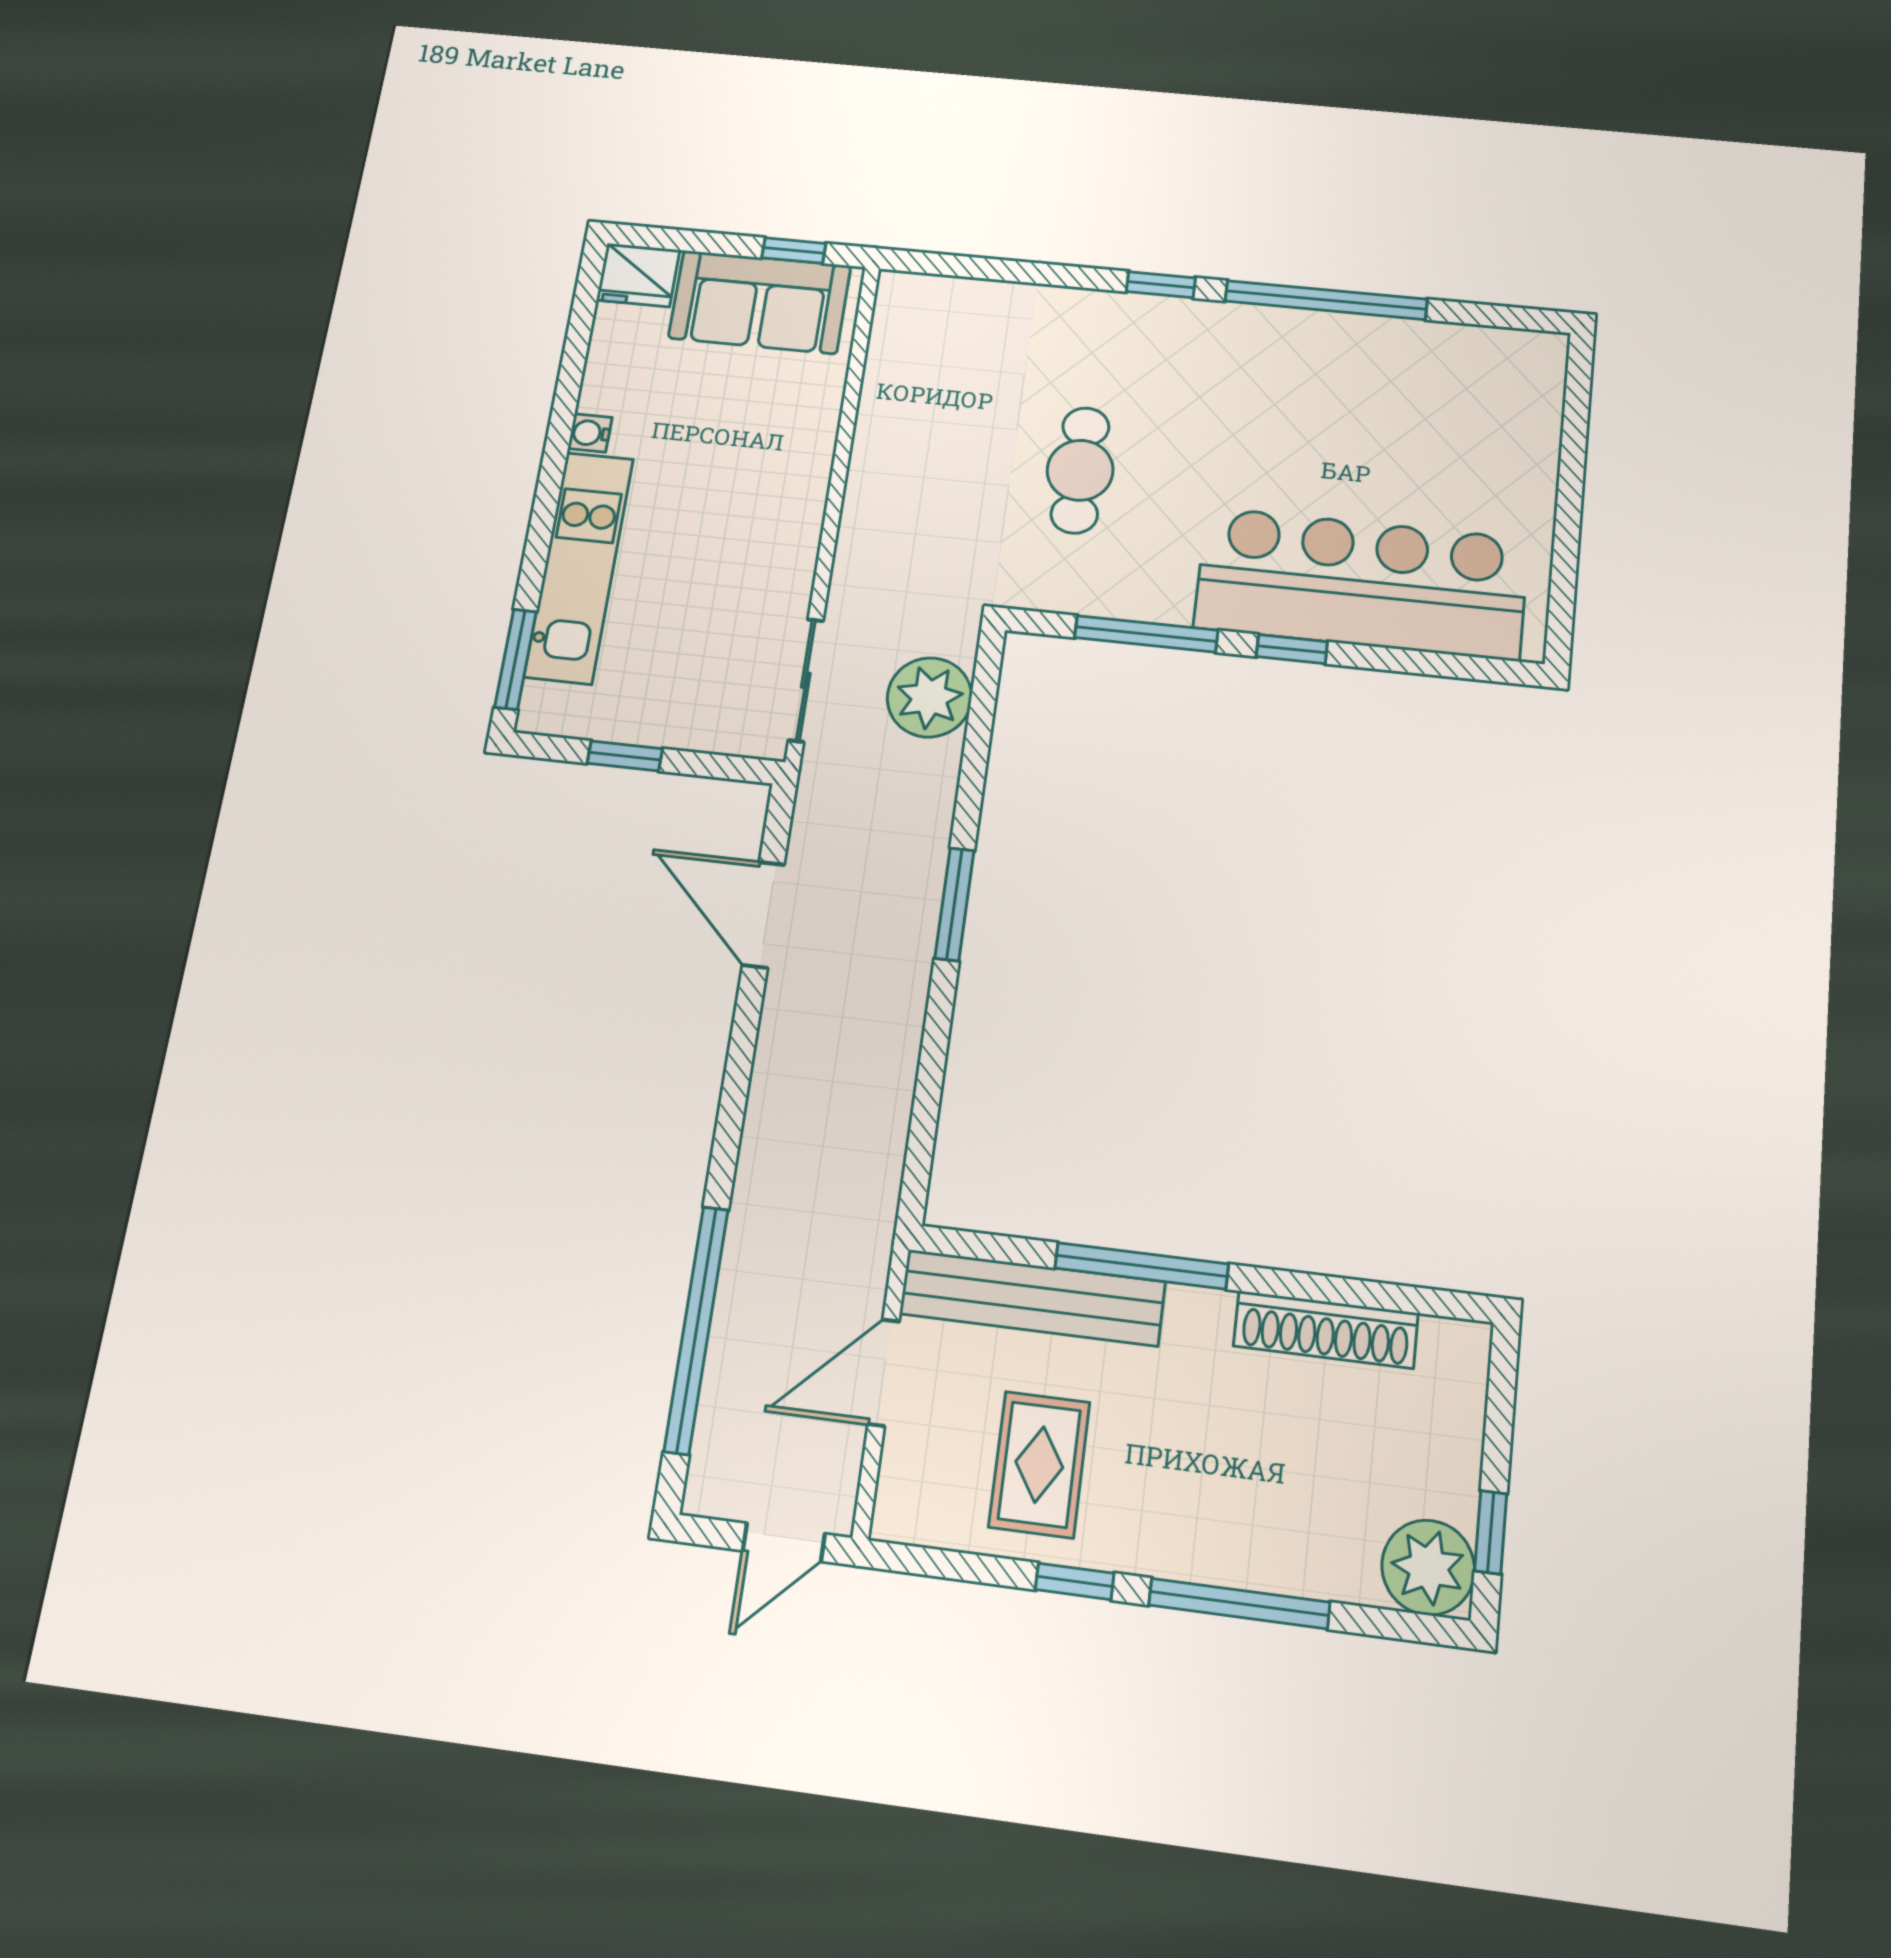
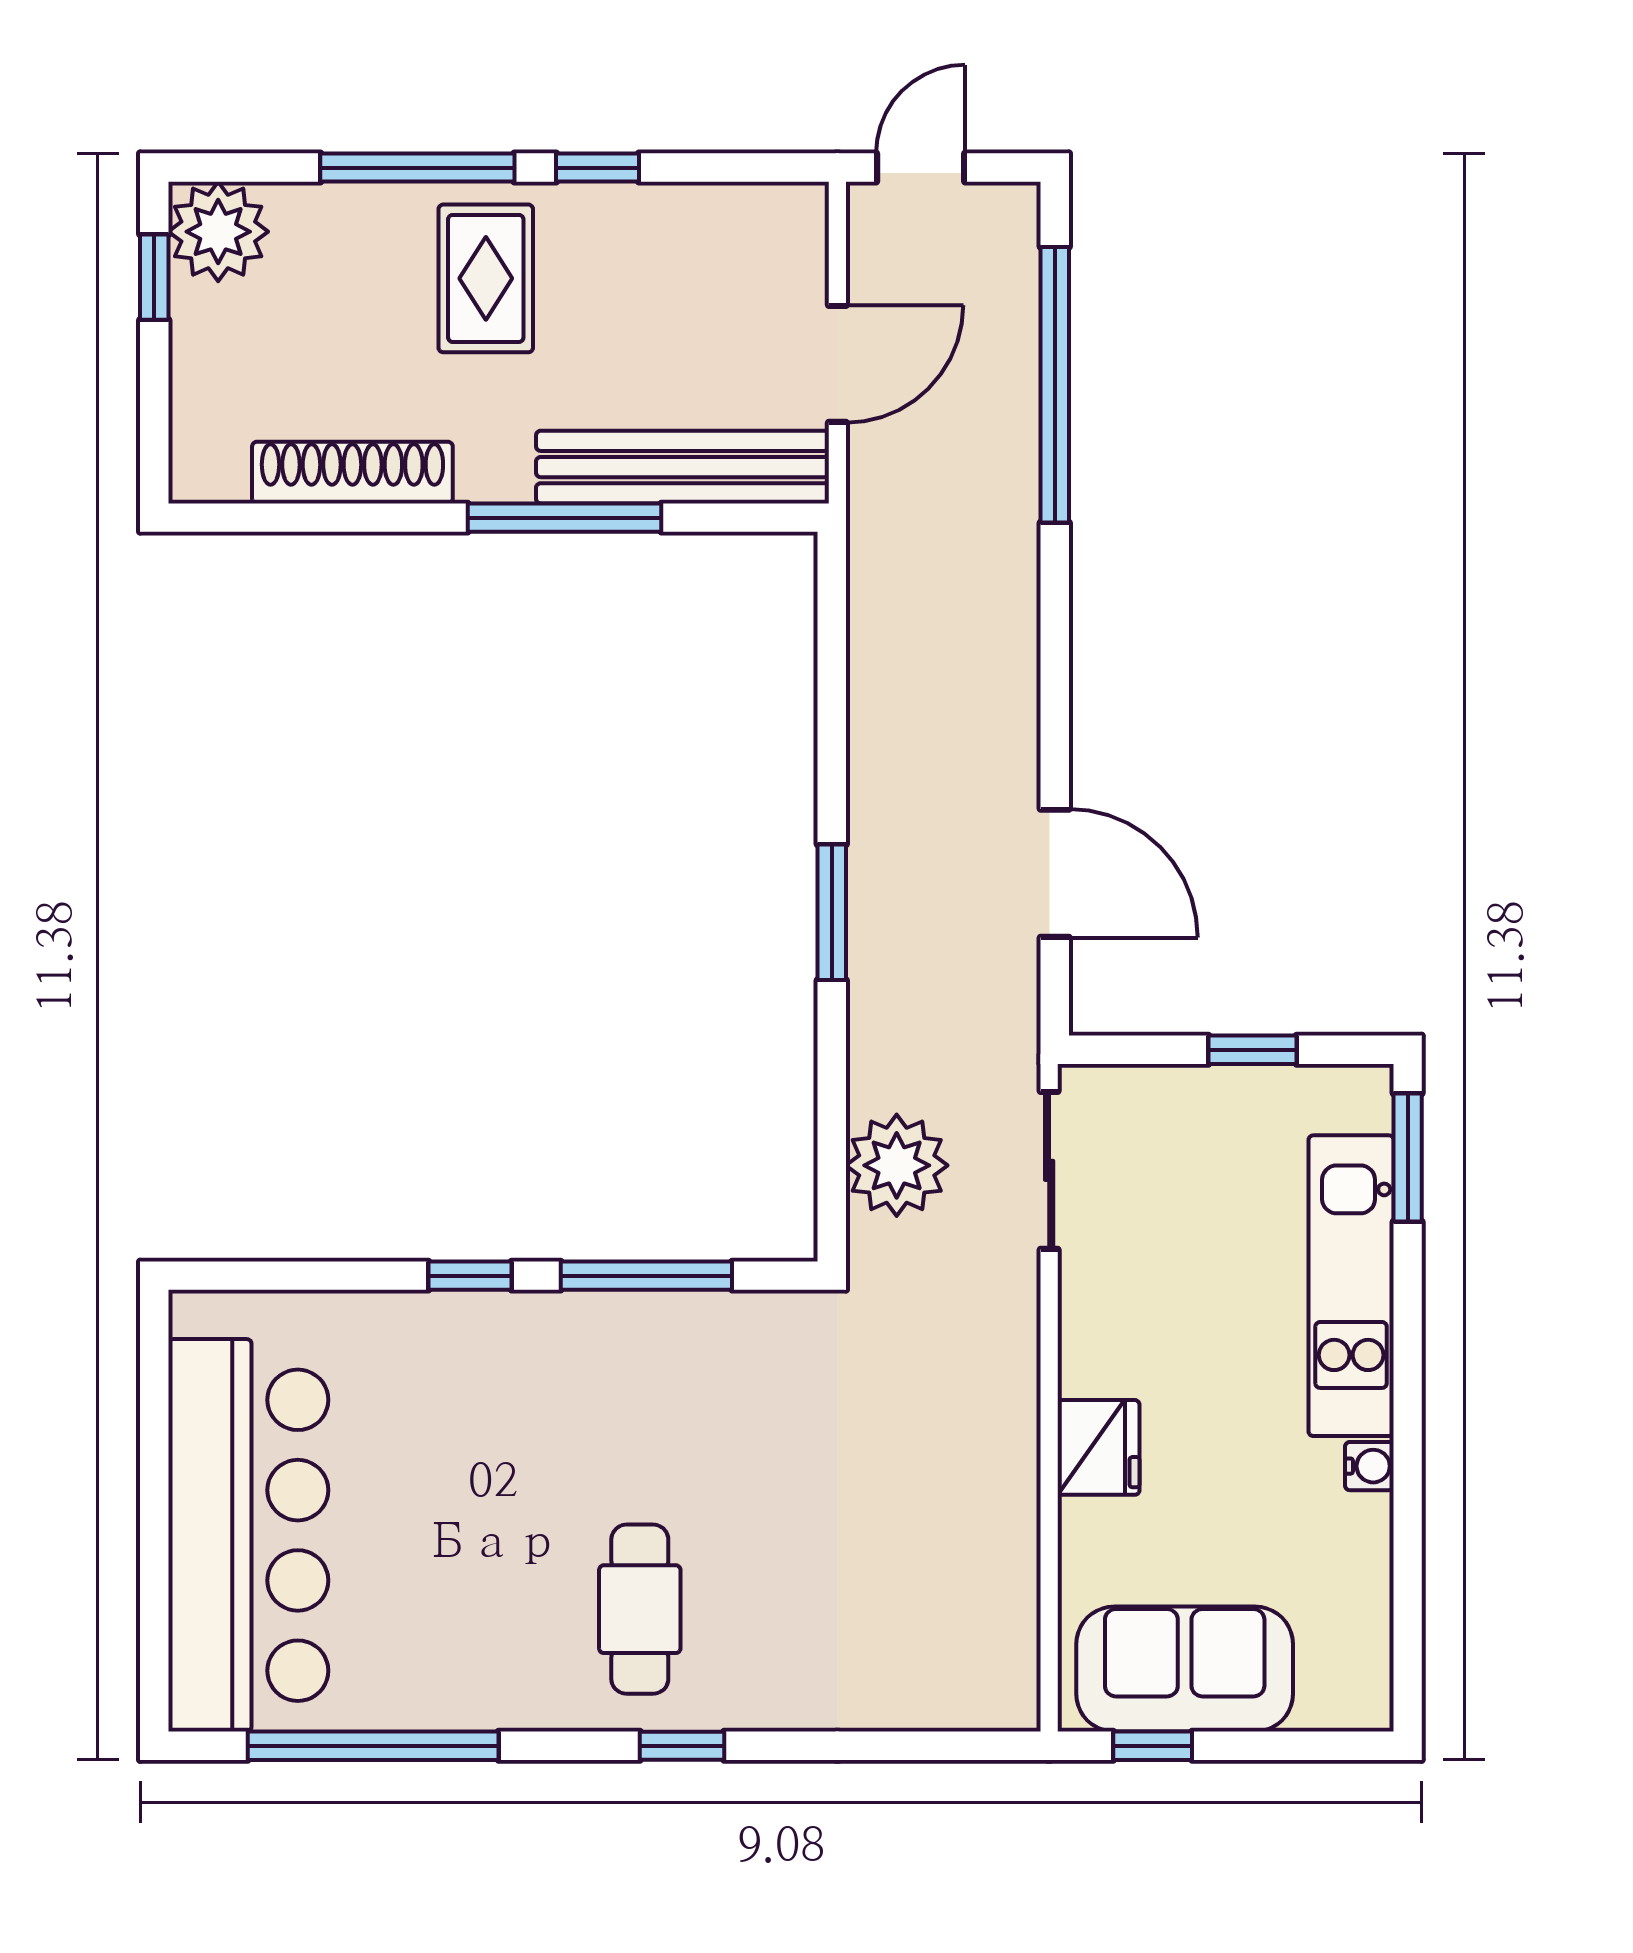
fridge: (638, 275) -> (1098, 1447), moved, turned 90
window: (1326, 300) -> (373, 1746), moved
cafe table: (1080, 470) -> (640, 1609), moved
bar counter: (1361, 583) -> (248, 1535), moved, turned -90
rug: (1039, 1465) -> (486, 278), moved

